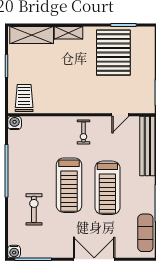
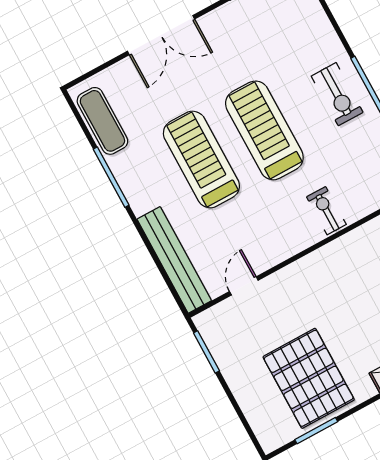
exercise bike: (83, 132) -> (326, 211), moved
exercise bike: (34, 209) -> (337, 94), moved

